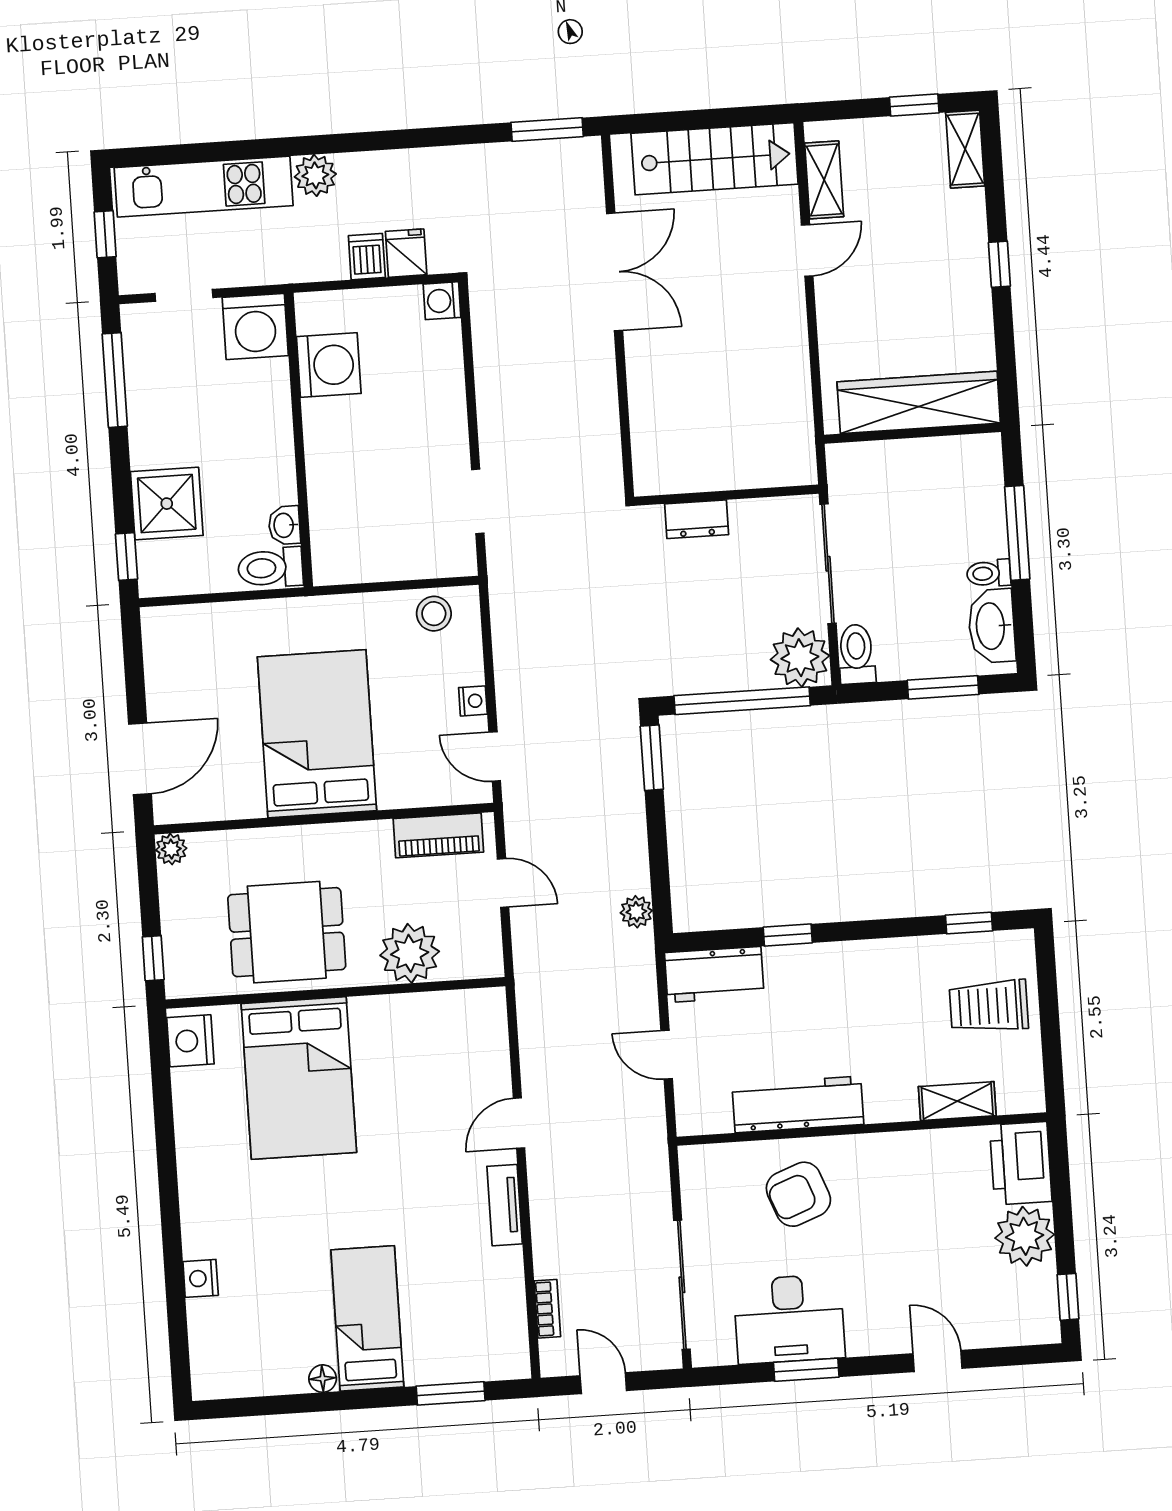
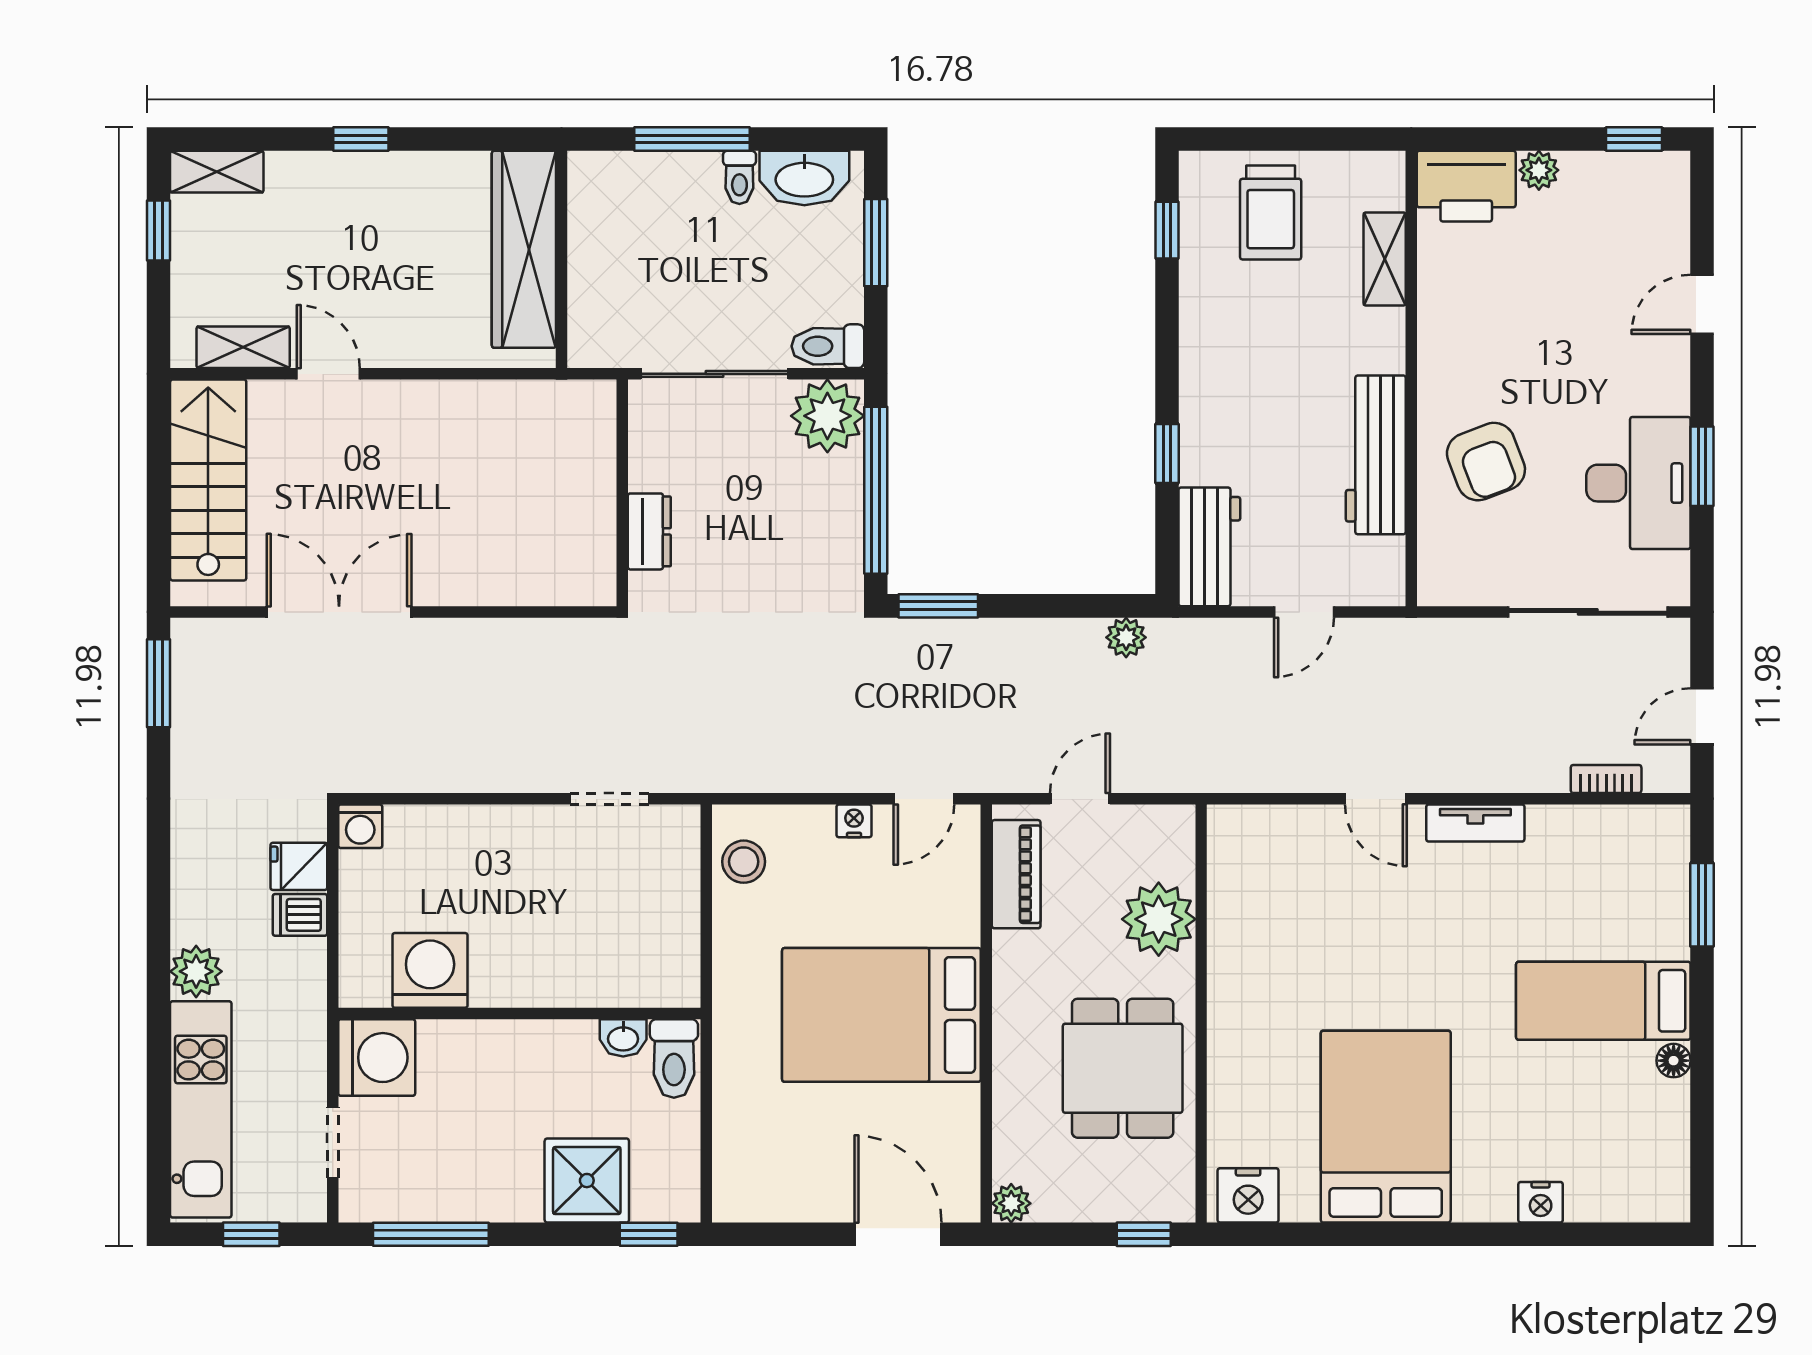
bed: (299, 1078) -> (1386, 1127), moved, turned -90
plant: (1025, 1236) -> (1539, 170), width x0.53, depth x0.53

